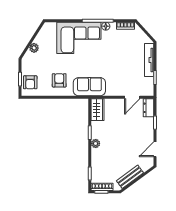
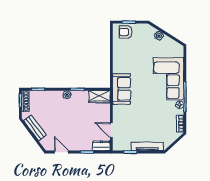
armchair: (59, 80) -> (128, 60), removed

